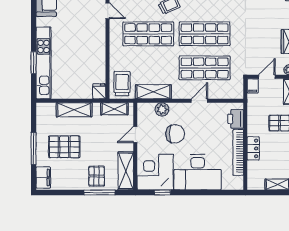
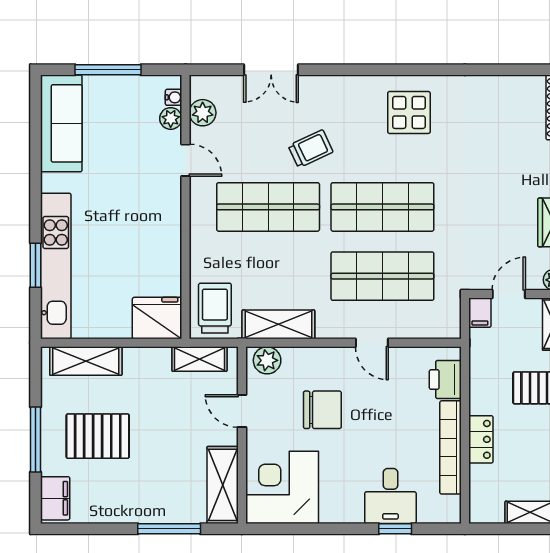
fridge: (99, 91) -> (157, 318), width x1.88, depth x1.34
door: (199, 101) -> (372, 343), swing flipped
plant: (162, 109) -> (267, 360), moved
shelving: (74, 110) -> (86, 361), moved
door: (135, 134) -> (242, 411), hinge flipped
desk: (198, 172) -> (390, 496), width x0.53, depth x0.77
pallet: (97, 176) -> (163, 495), removed
window: (162, 192) -> (395, 529), moved

